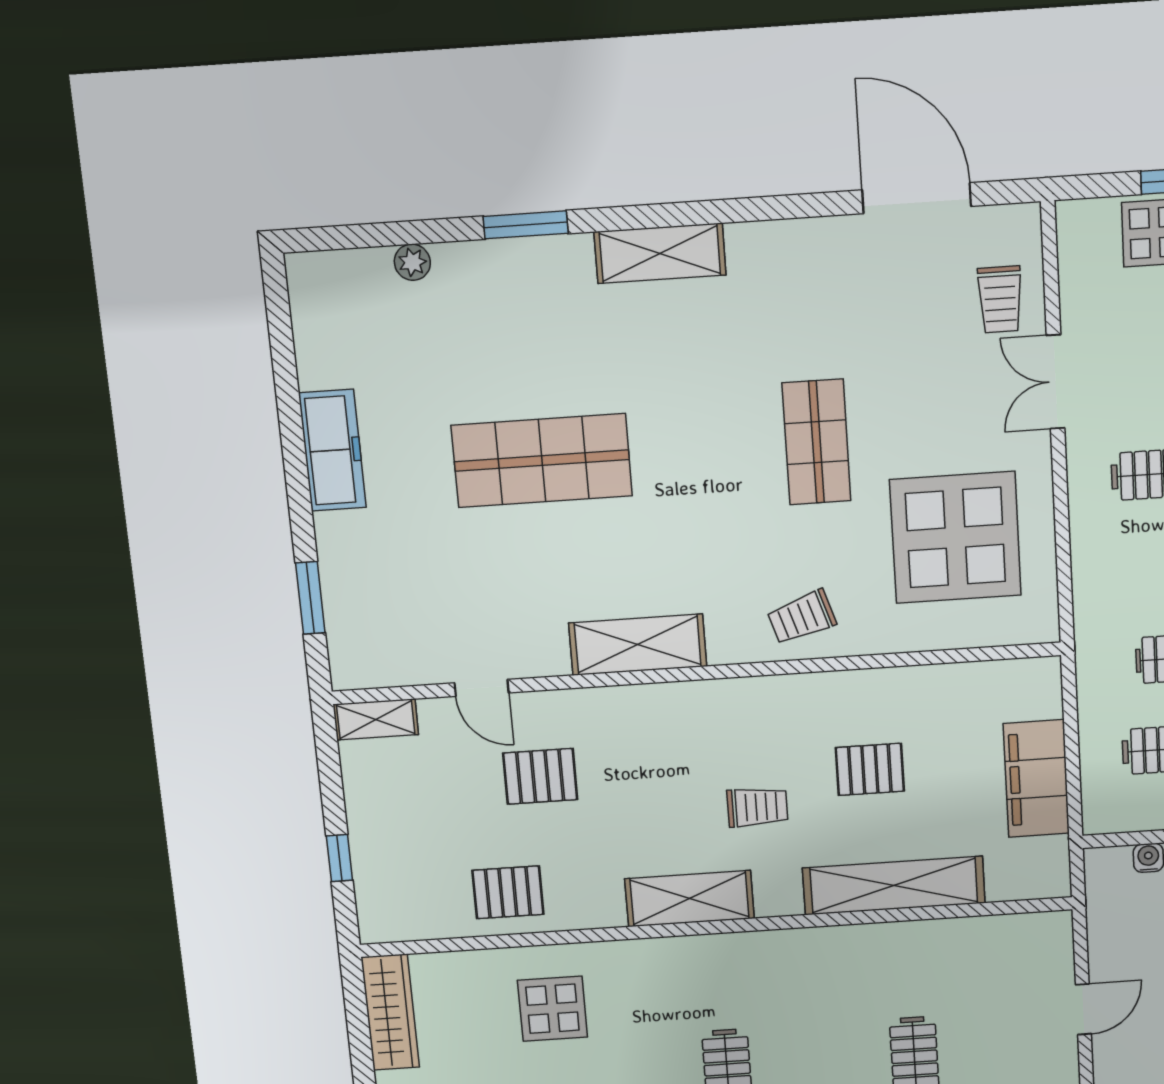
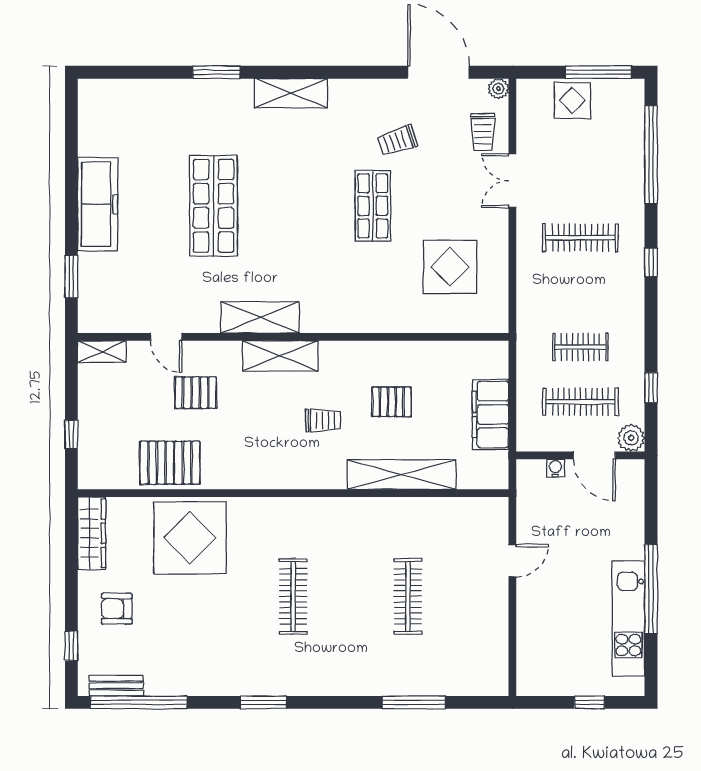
plant: (412, 262) -> (498, 89), moved
freezer: (332, 450) -> (98, 204), width x1.36, depth x1.26
shop shelf: (542, 461) -> (214, 206), turned 90
display table: (955, 538) -> (450, 267), width x0.73, depth x0.73
trolley: (802, 617) -> (397, 141), moved
pallet: (508, 892) -> (170, 463), width x1.50, depth x1.42
shelving: (690, 899) -> (280, 356), moved
display table: (552, 1009) -> (190, 538), width x1.86, depth x1.86

